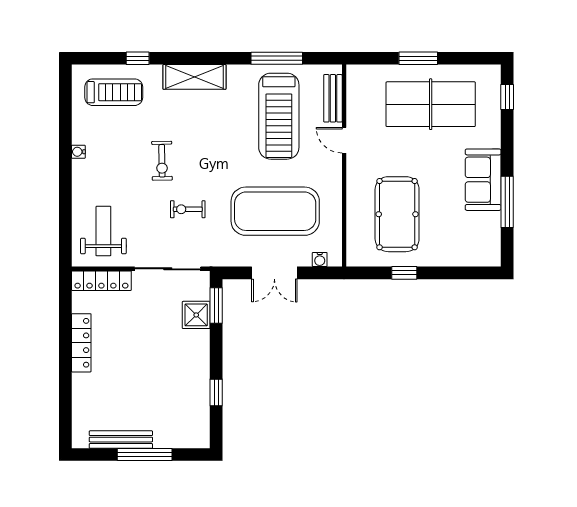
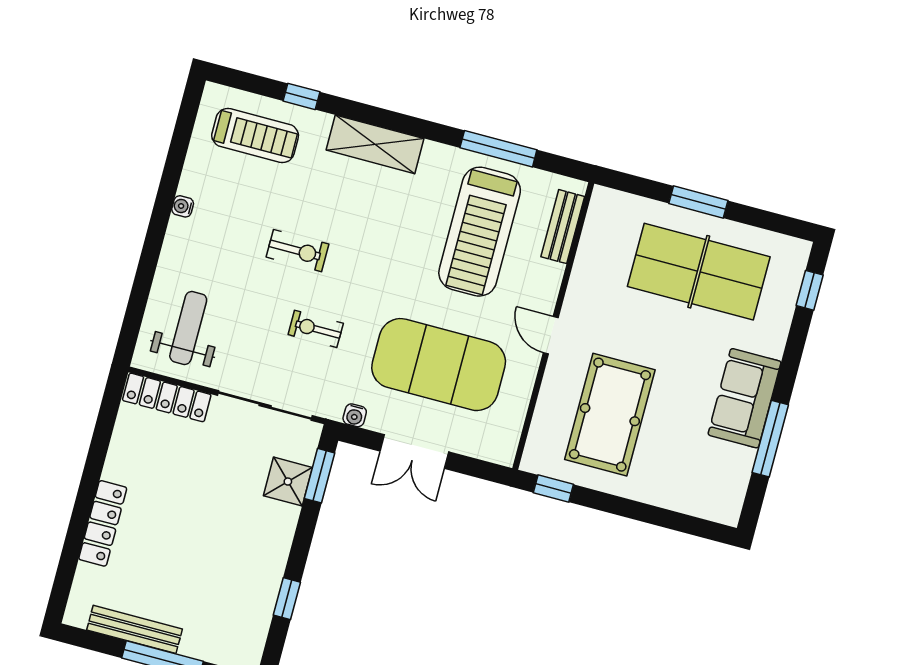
door: (344, 140) -> (551, 335), moved
exercise bike: (162, 161) -> (297, 251), turned -89
water cooler: (320, 259) -> (355, 415), moved
window: (404, 273) -> (553, 488), moved
locker: (81, 343) -> (103, 523), moved

